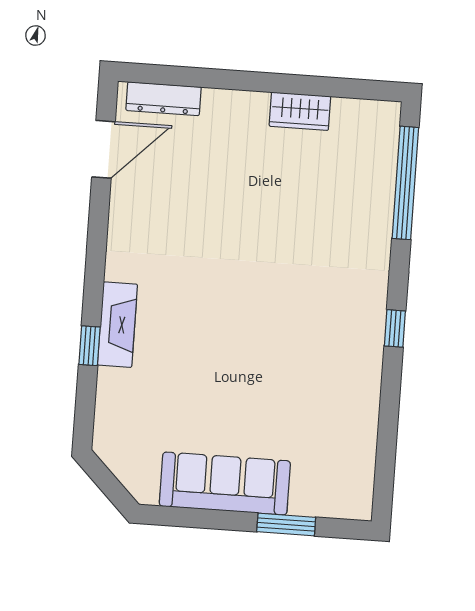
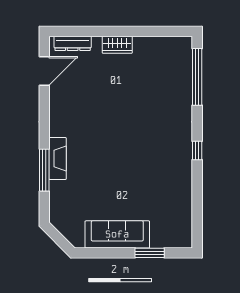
wardrobe: (300, 111) -> (117, 45), moved
window: (89, 346) -> (44, 170), width x2.17

